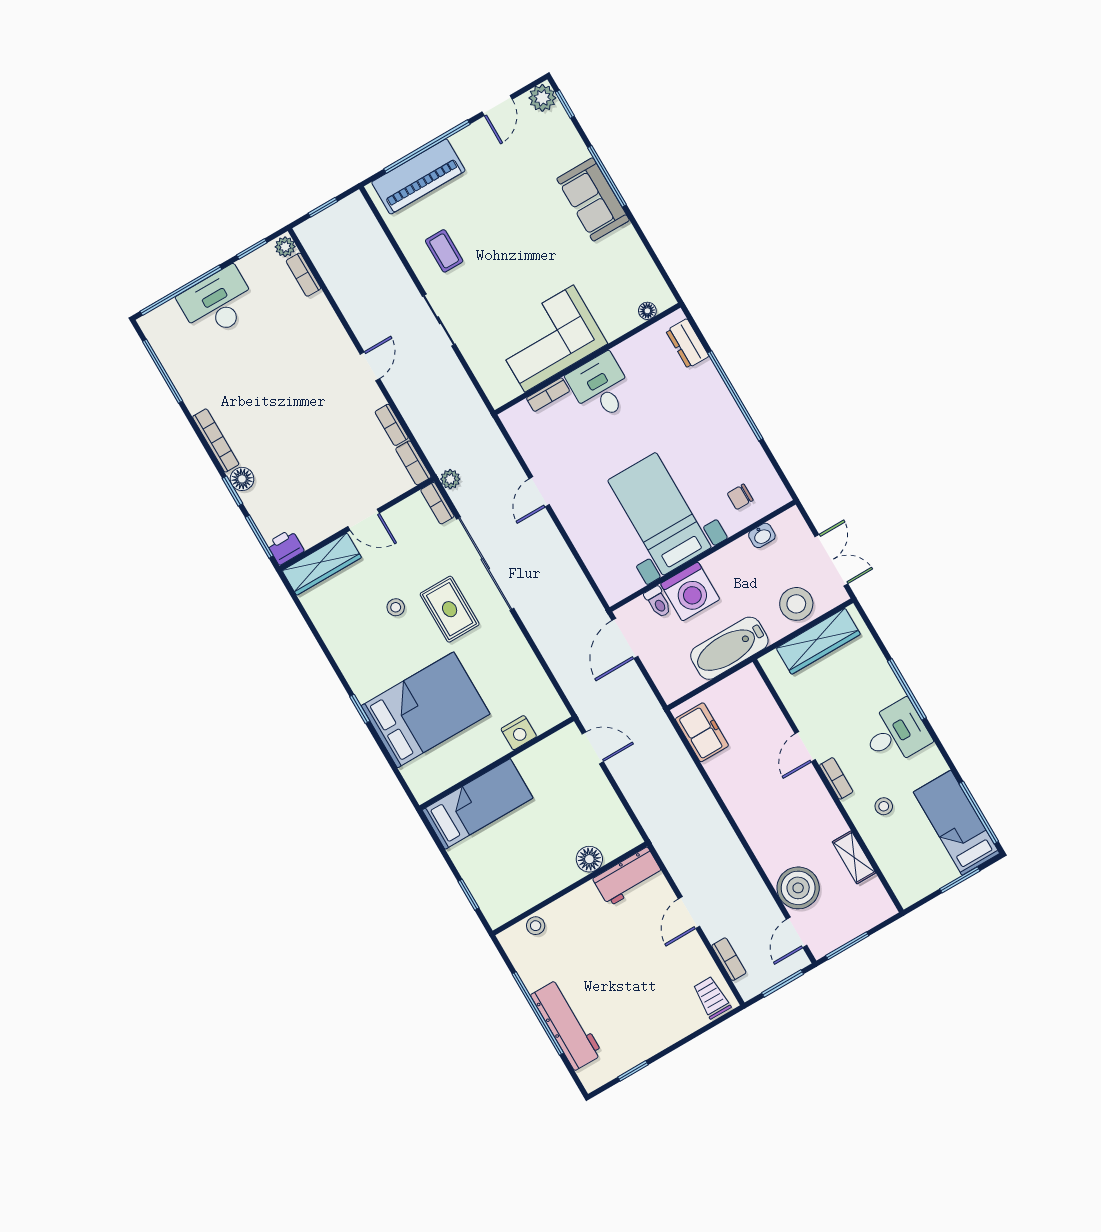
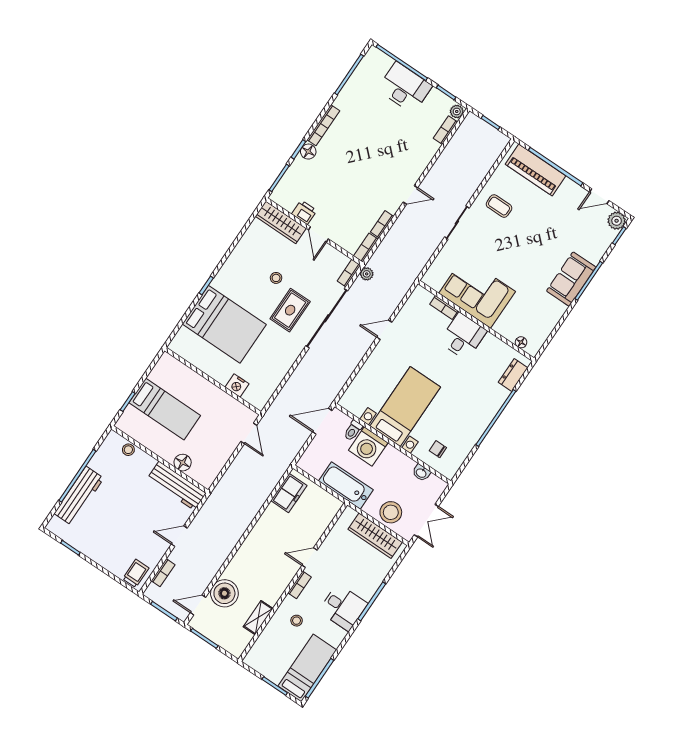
coffee table: (444, 251) -> (499, 206), turned 90
printer: (285, 547) -> (304, 212), moved
bed: (478, 804) -> (165, 409), moved
workbench: (628, 877) -> (177, 486), width x1.38

